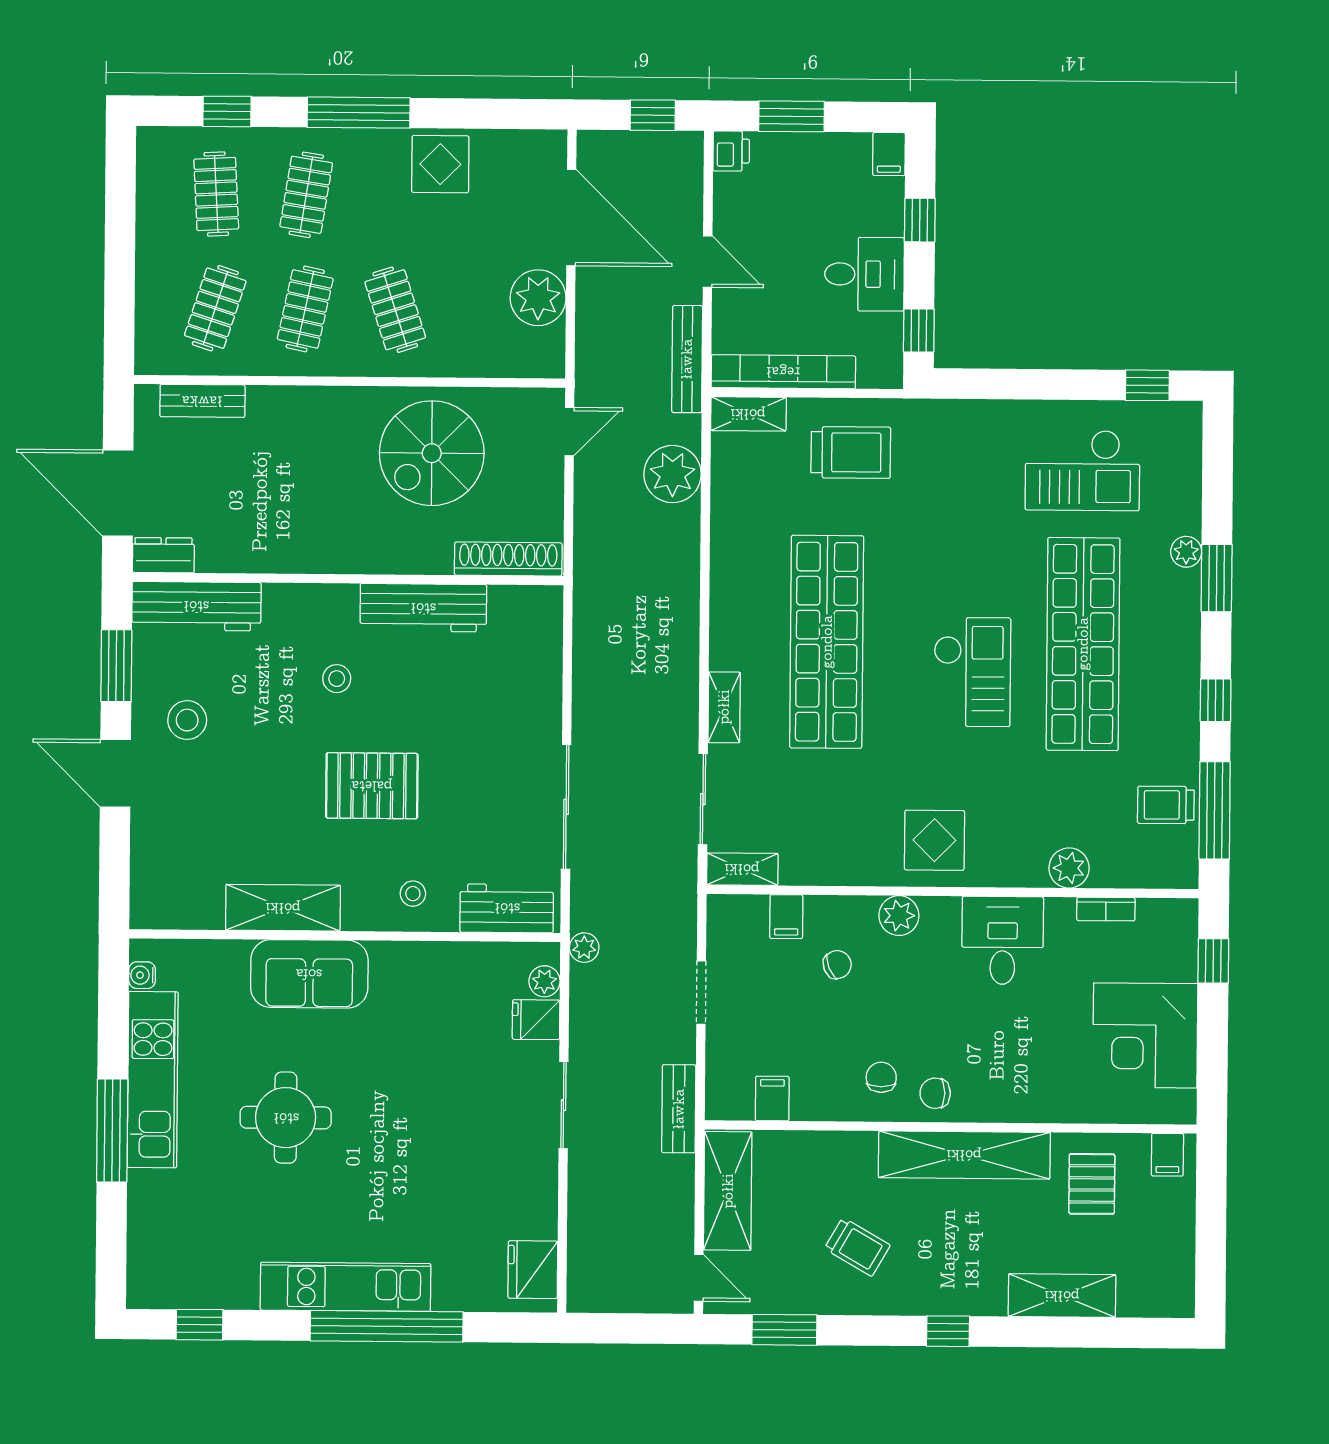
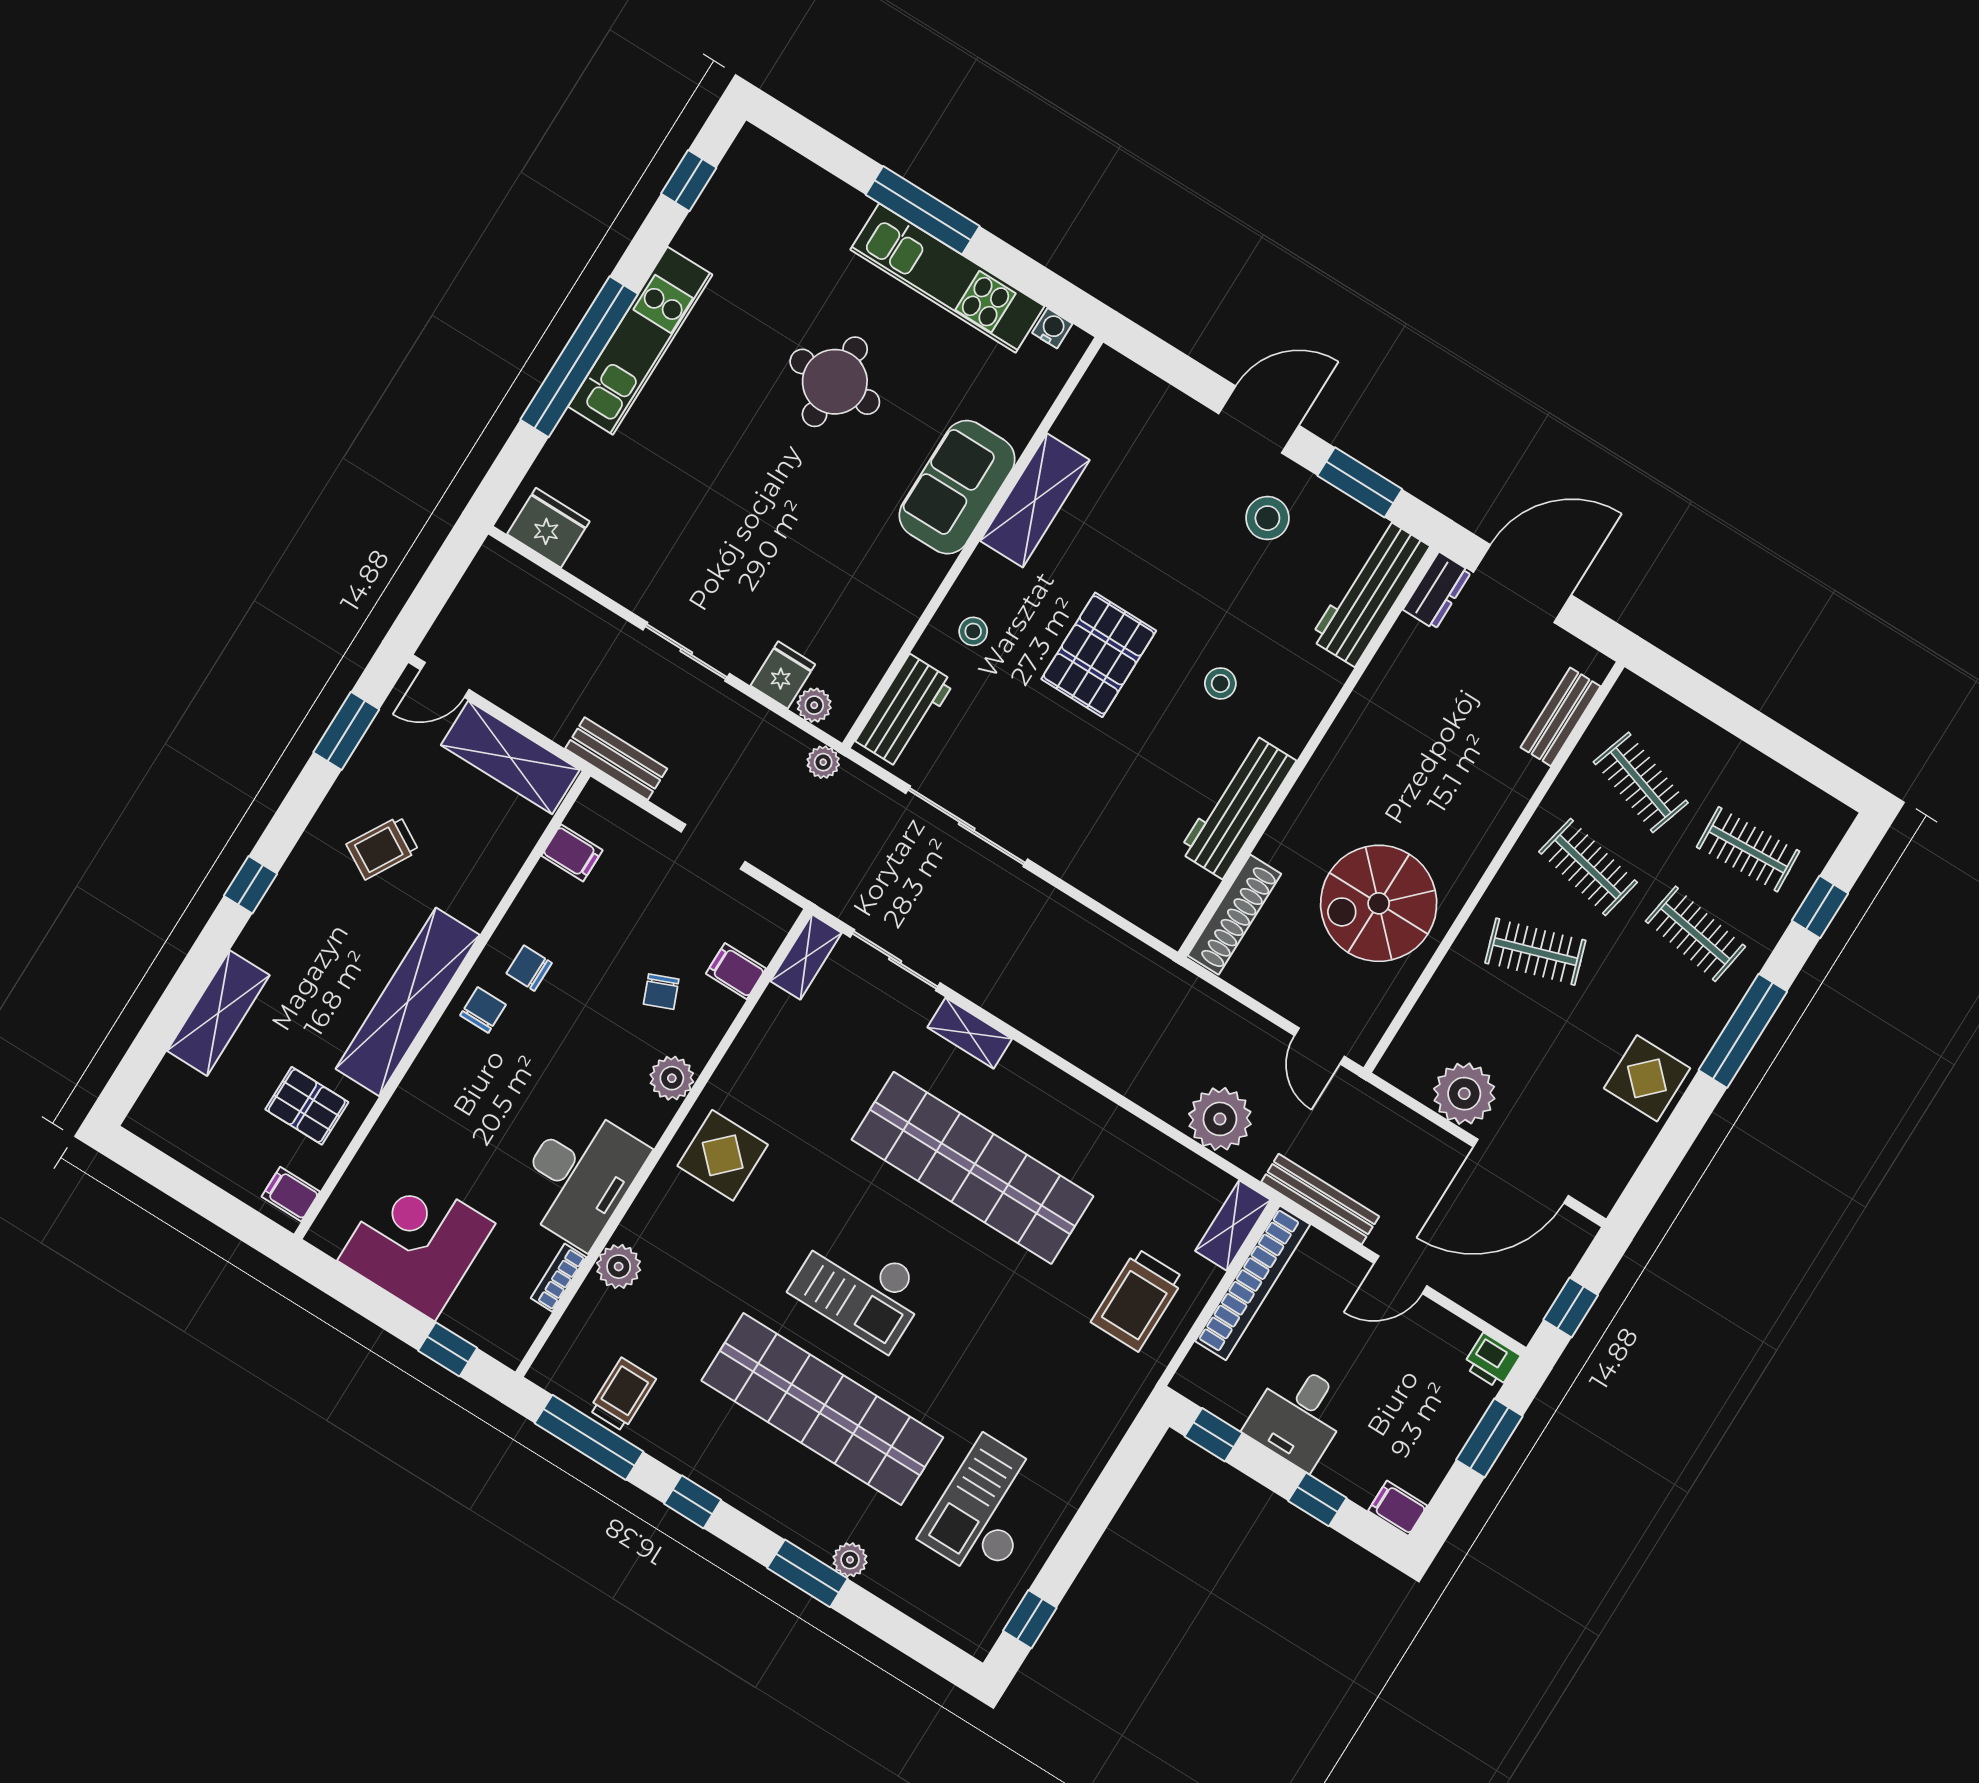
spiral stairs: (432, 453) -> (1379, 903), turned -90
desk: (1003, 940) -> (580, 1176), width x1.37
chair: (881, 1077) -> (529, 968), turned 180

